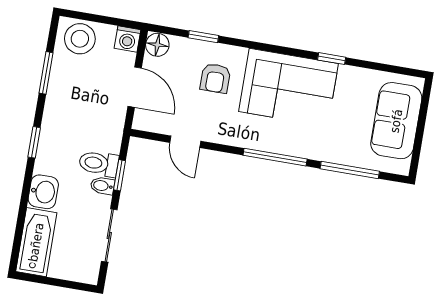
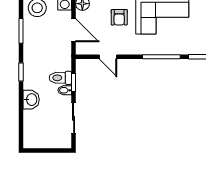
bathtub: (36, 242) -> (32, 129), removed

